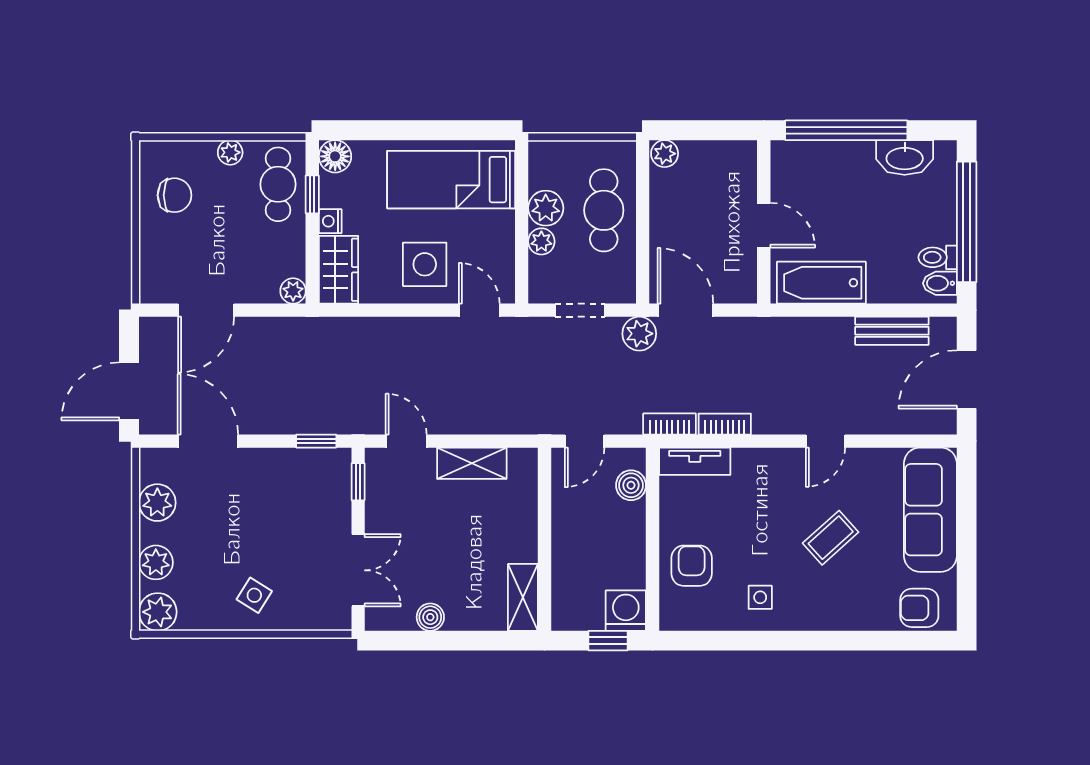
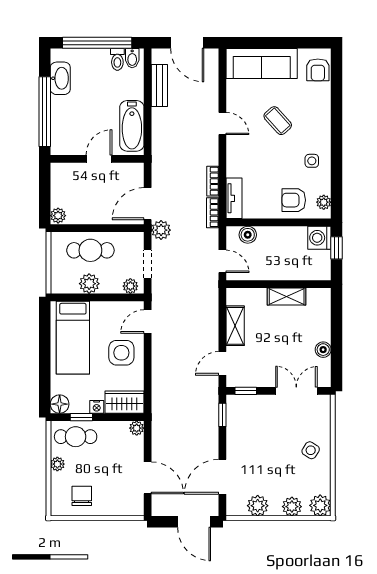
plant: (541, 241) -> (130, 286), moved
shelving: (523, 597) -> (287, 297), moved
plant: (688, 618) -> (324, 202), added

